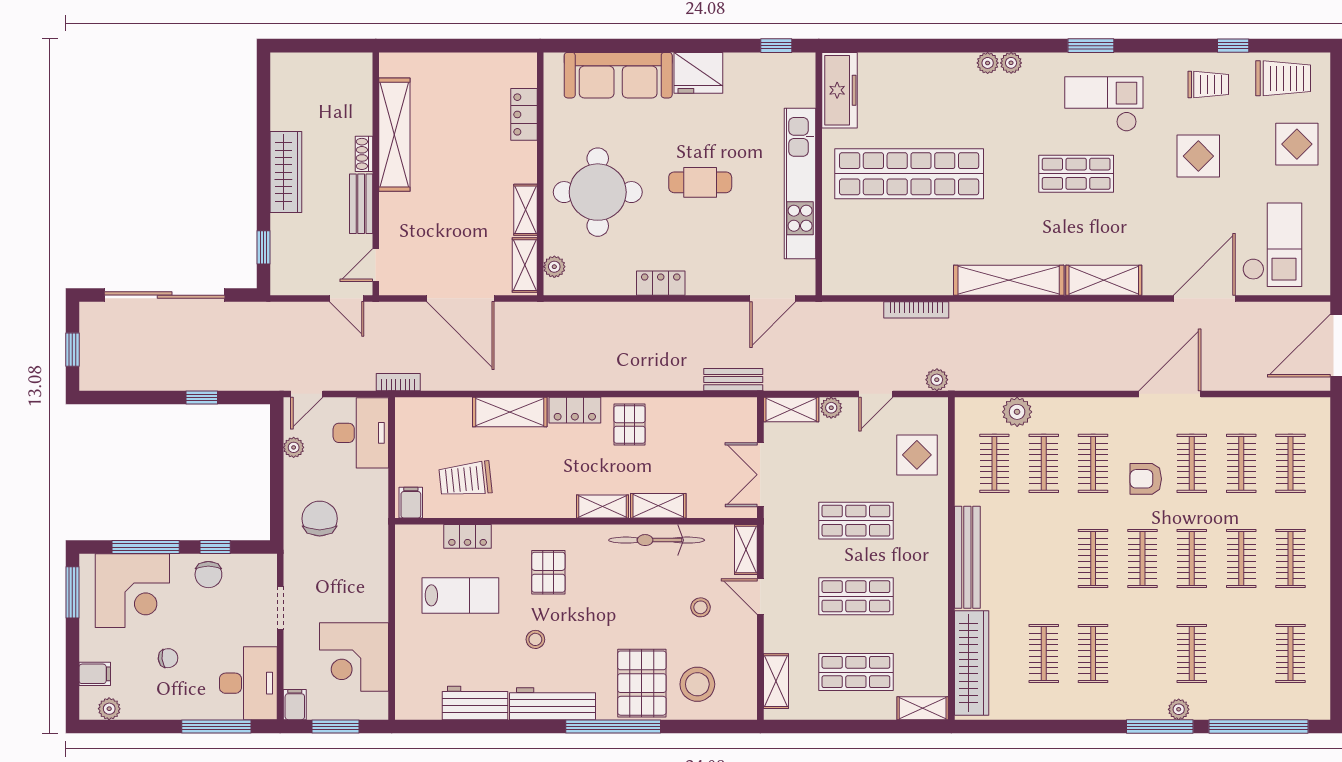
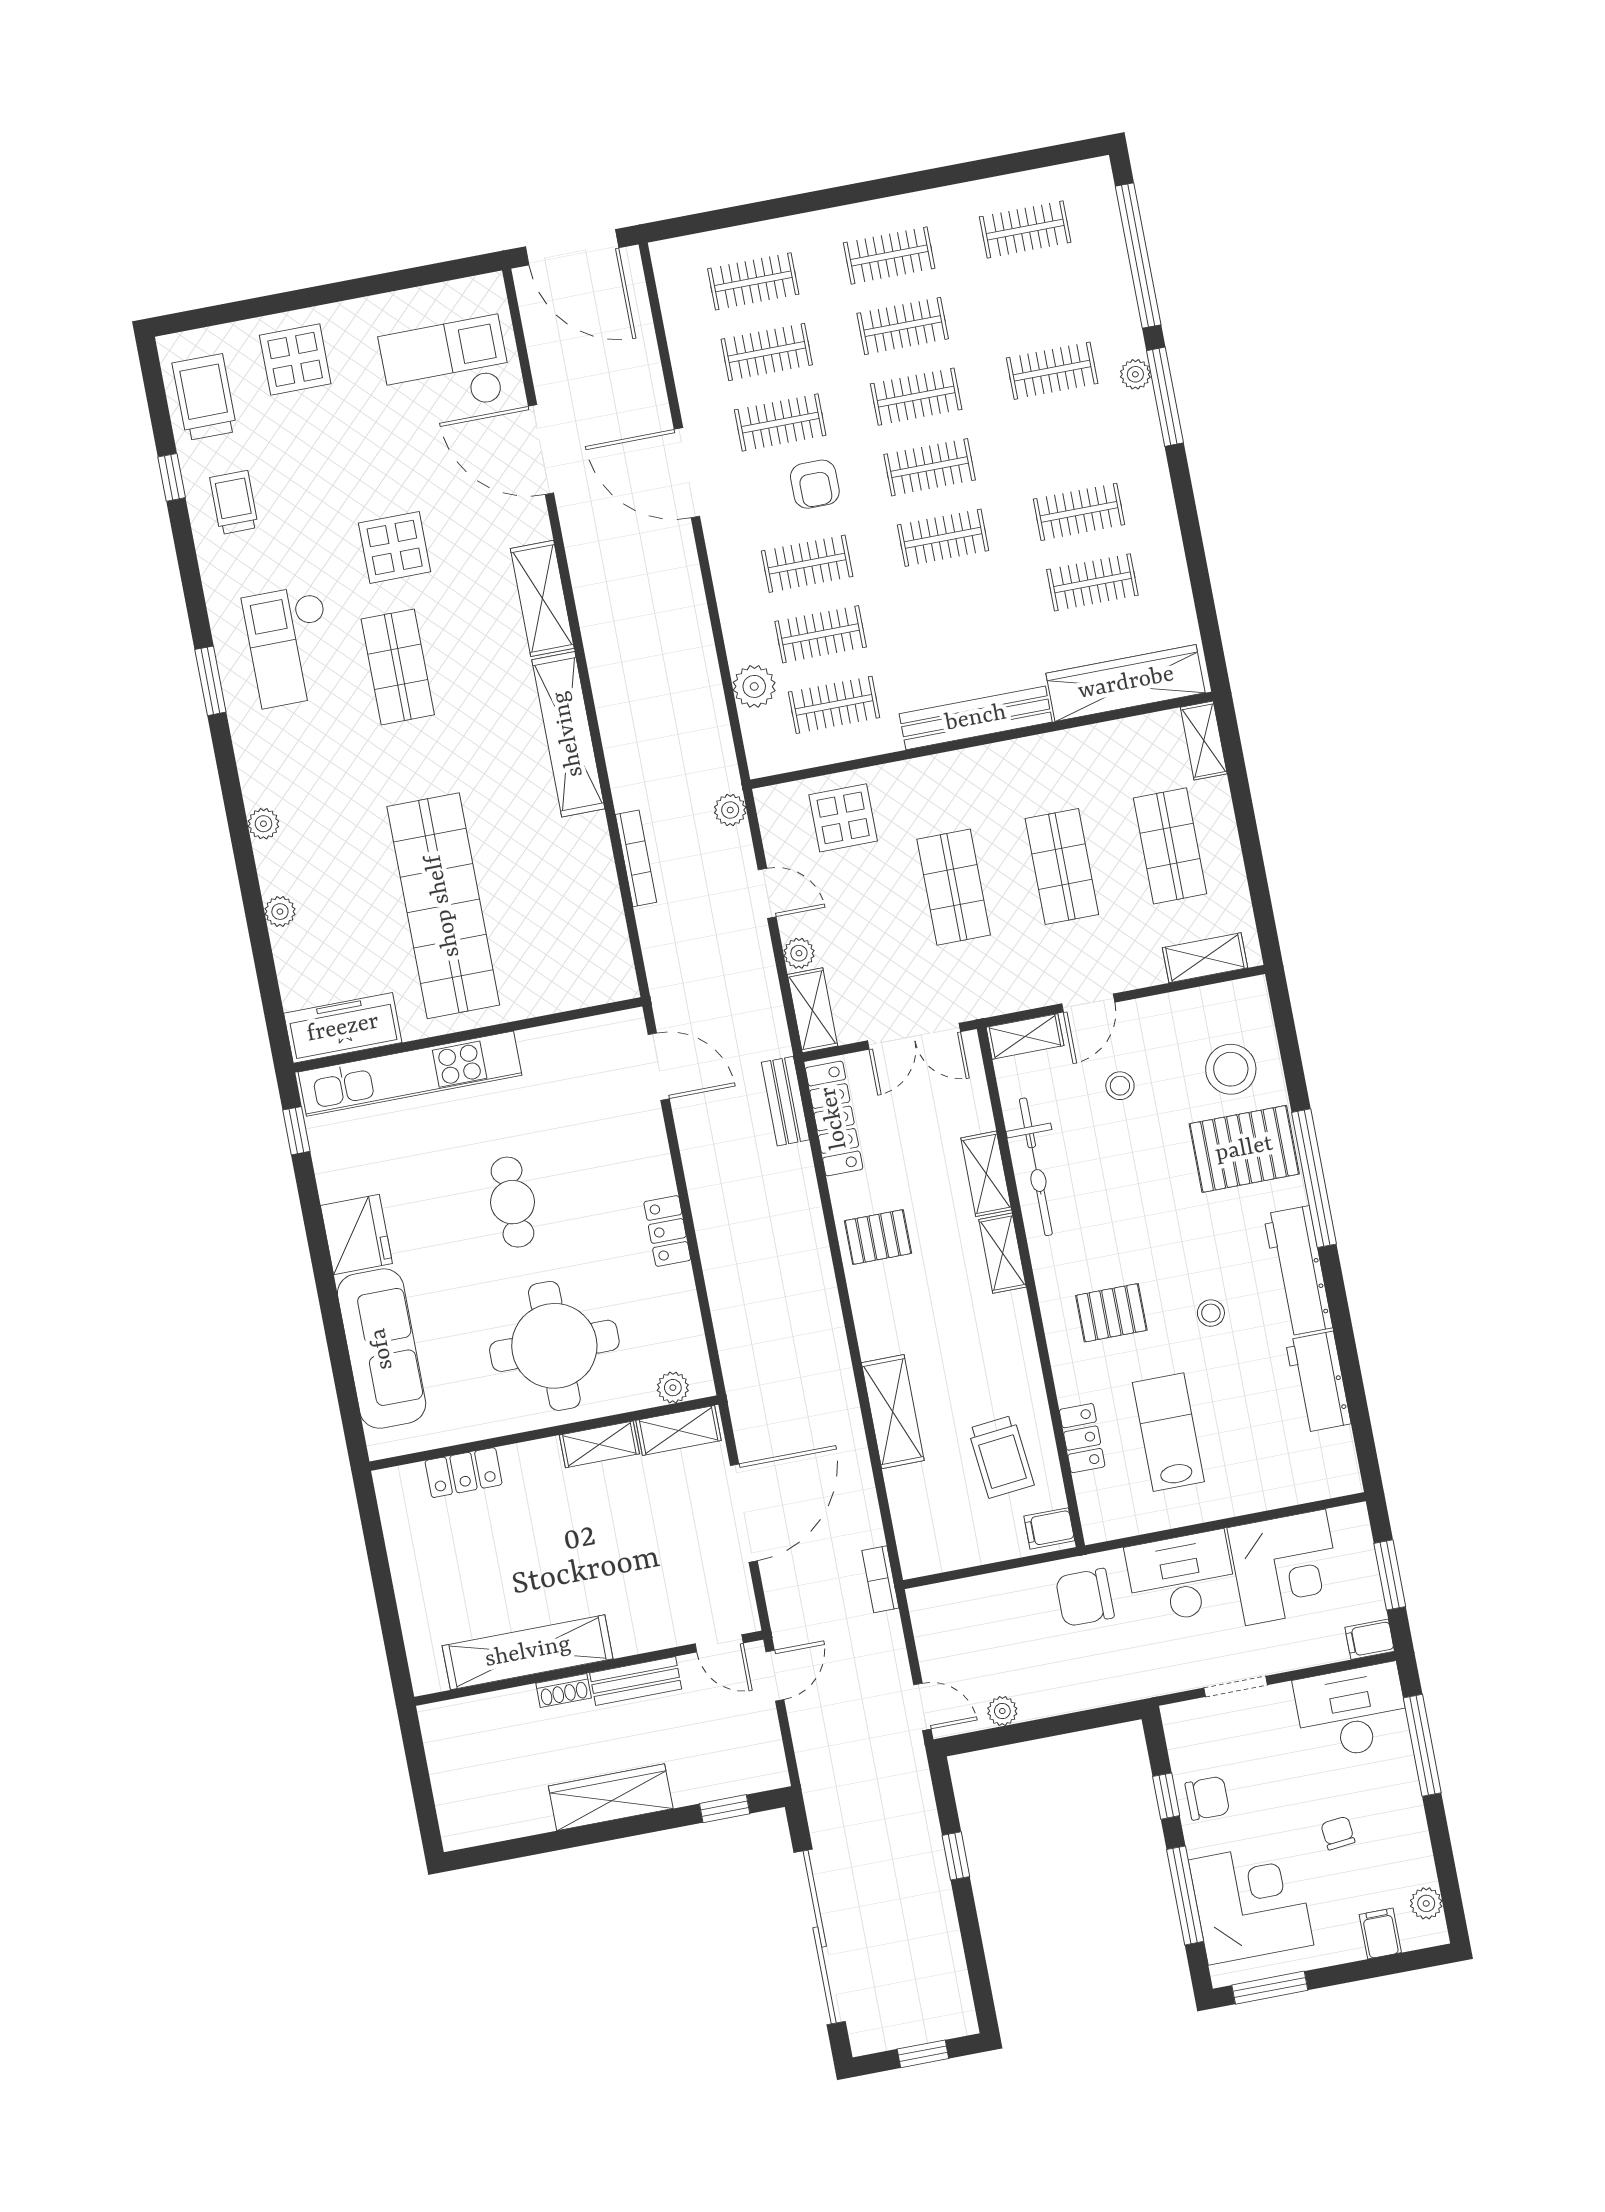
plant: (1011, 63) -> (280, 912), moved
display table: (1198, 156) -> (395, 547), moved
kitchen unit: (800, 184) -> (410, 1074), moved
locker: (575, 410) -> (834, 1118), moved, width x1.53
desk: (361, 433) -> (1181, 1577), moved
chair: (320, 519) -> (1085, 1597), moved

